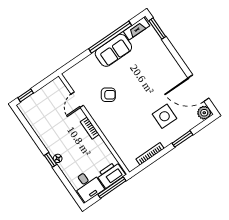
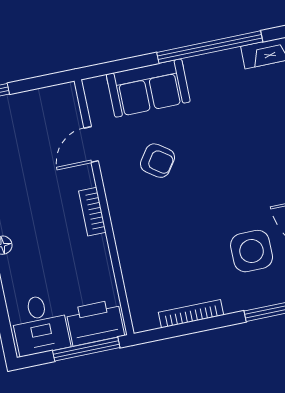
sofa: (113, 50) -> (148, 88), moved

